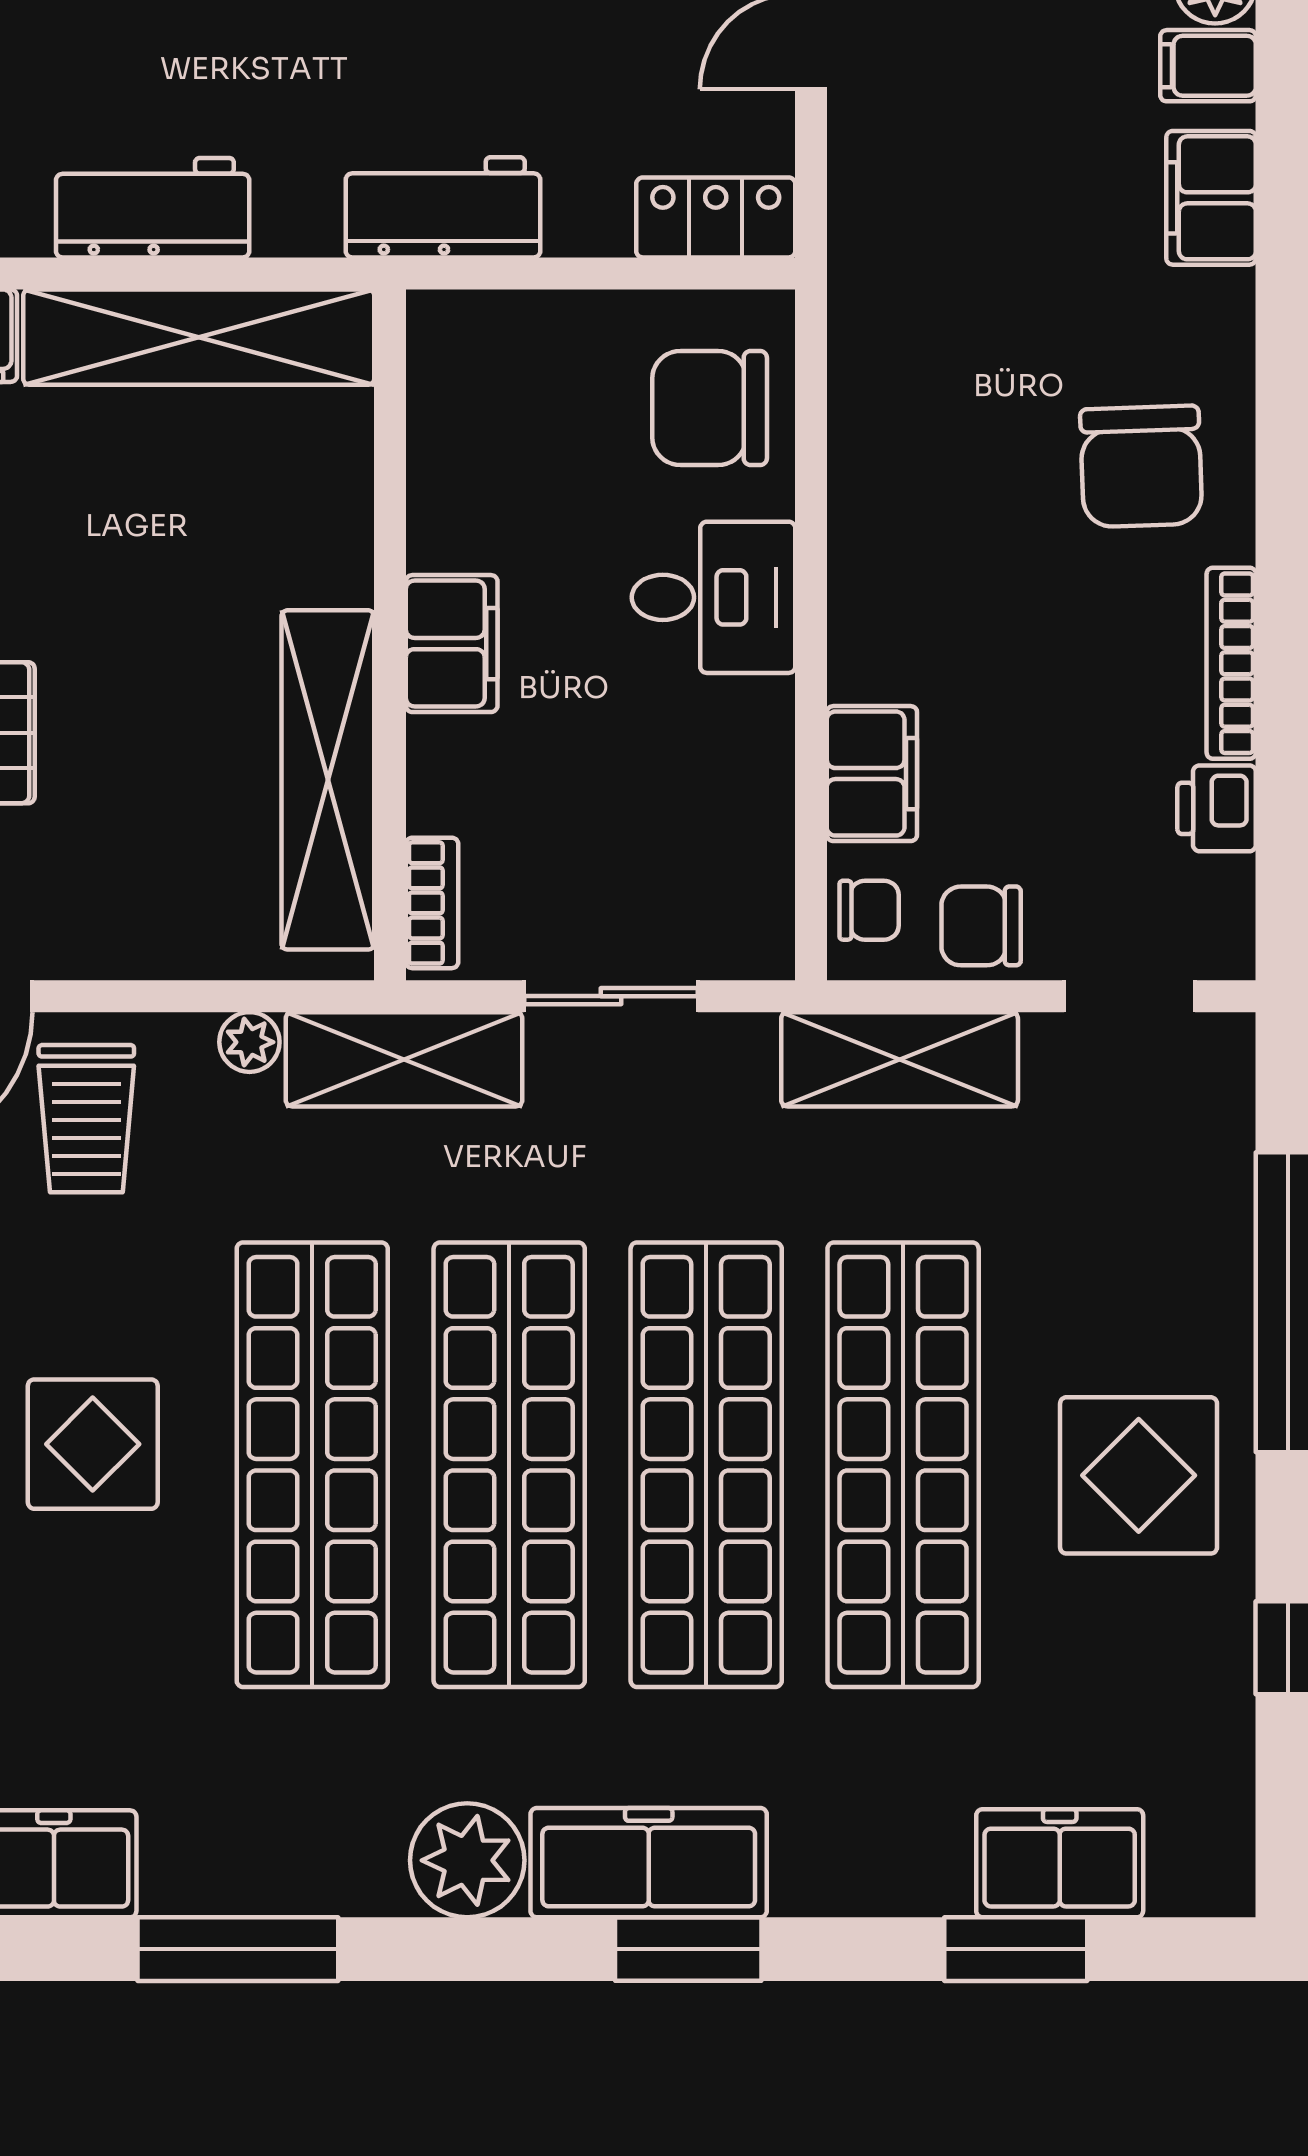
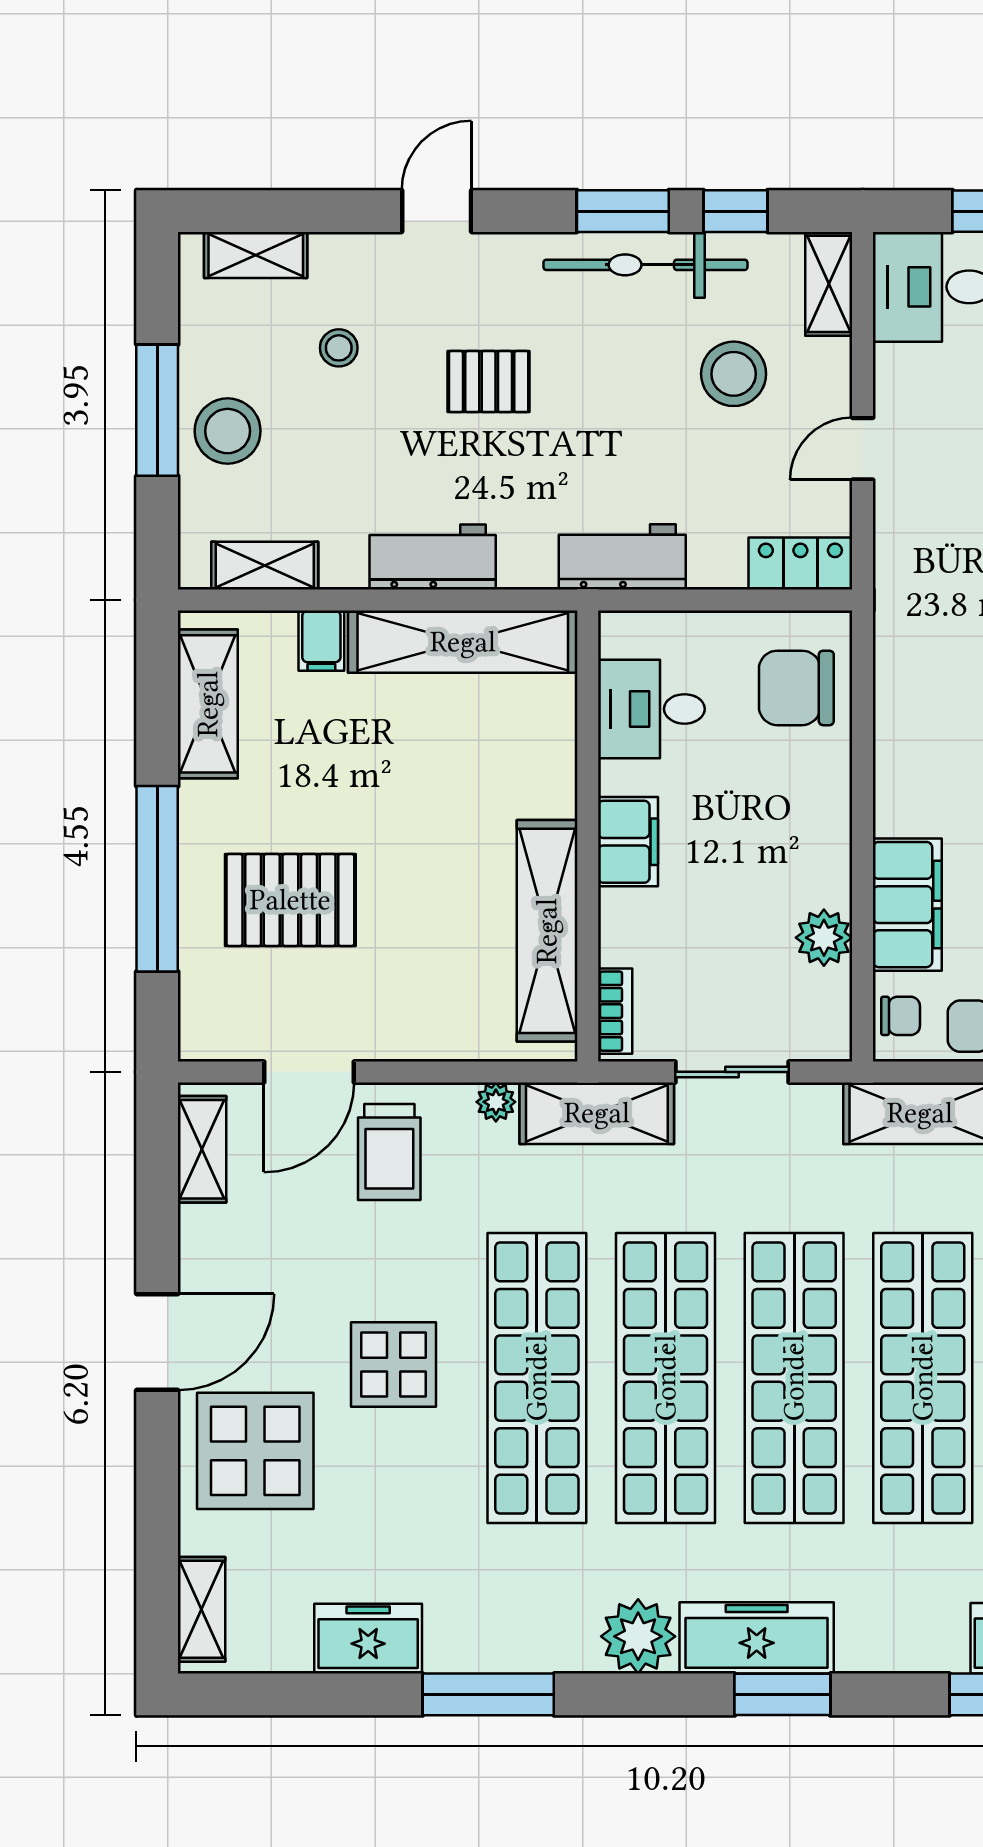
desk: (713, 597) -> (651, 709), moved, turned 180
filing cabinet: (872, 774) -> (907, 905), width x1.50, depth x1.17
plant: (752, 790) -> (824, 938), added

